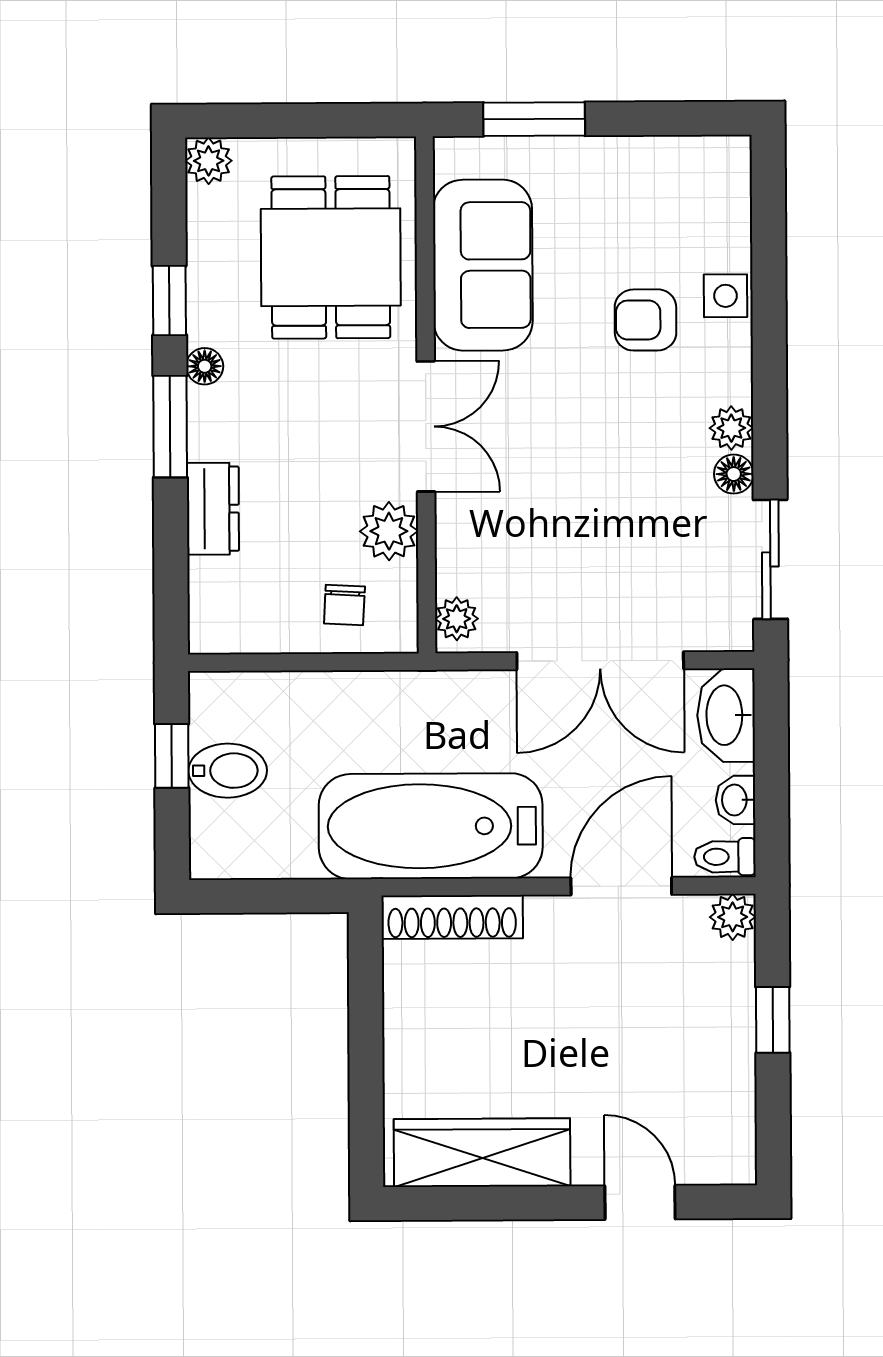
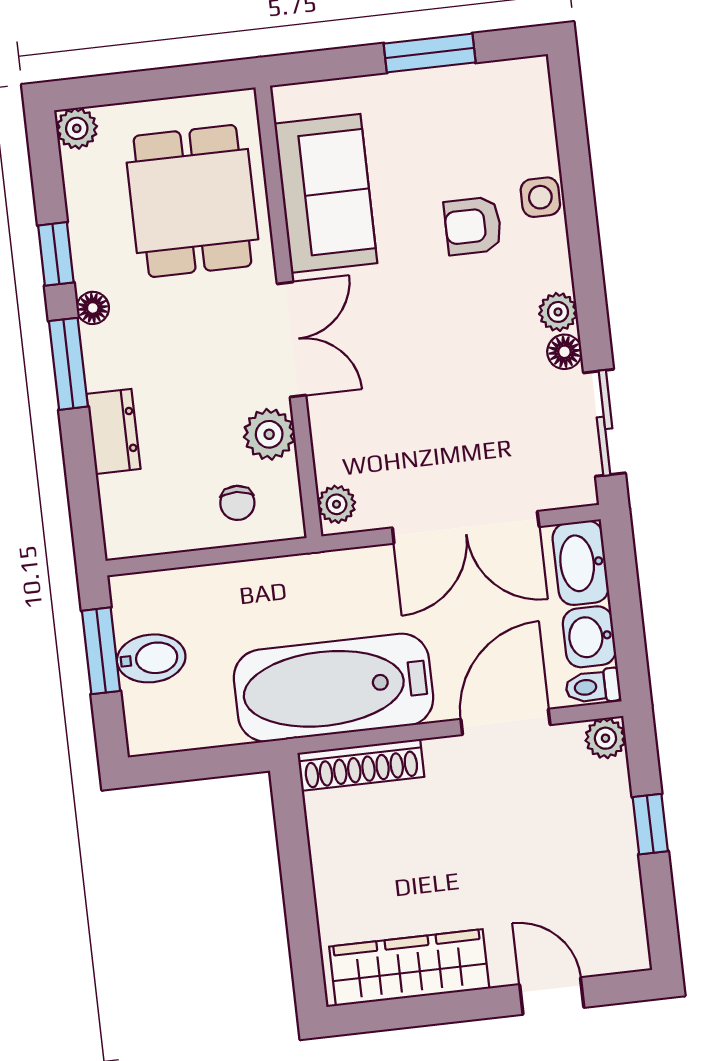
window: (534, 119) -> (430, 53), moved
window: (172, 756) -> (101, 651), width x1.50
washbasin: (736, 800) -> (589, 637), width x1.38, depth x1.45

